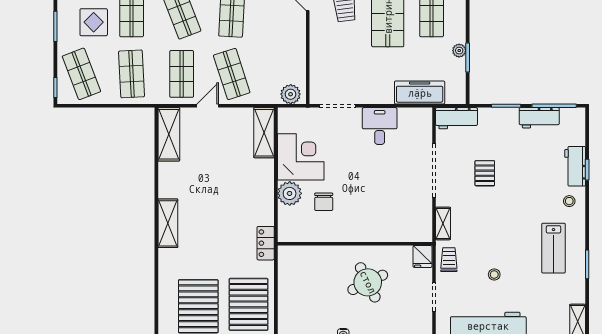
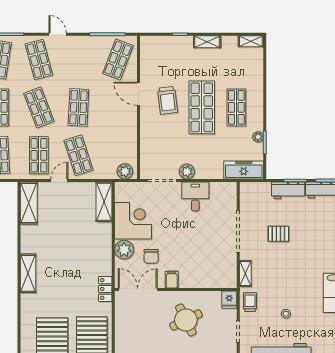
freezer: (420, 93) -> (244, 170), moved
plant: (369, 94) -> (187, 172), added
workbench: (456, 118) -> (288, 190), moved
pallet: (485, 173) -> (278, 234), turned 90
filing cabinet: (350, 231) -> (172, 280), added
double door: (307, 244) -> (138, 289), added

